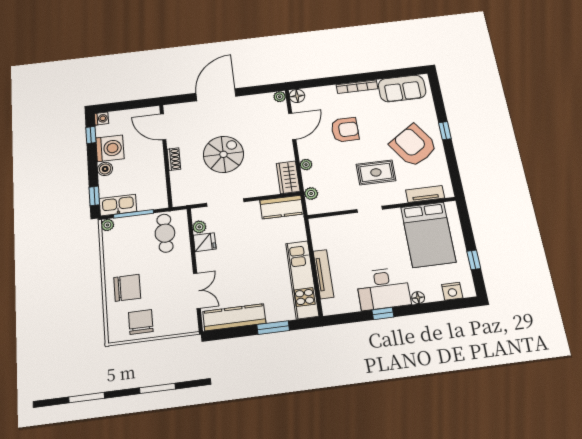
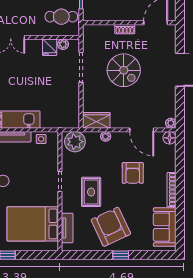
armchair: (413, 146) -> (111, 227), turned -81
plant: (311, 194) -> (75, 142), width x1.88, depth x1.88
kitchen counter: (282, 207) -> (71, 112), removed
side table: (321, 238) -> (41, 139), added

